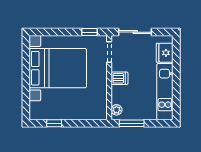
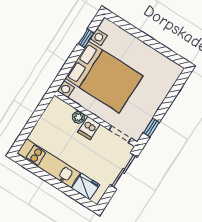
bed with nightstands: (58, 68) -> (104, 77), moved, turned -90
plant: (116, 110) -> (78, 117), moved
window: (132, 123) -> (39, 112), removed

